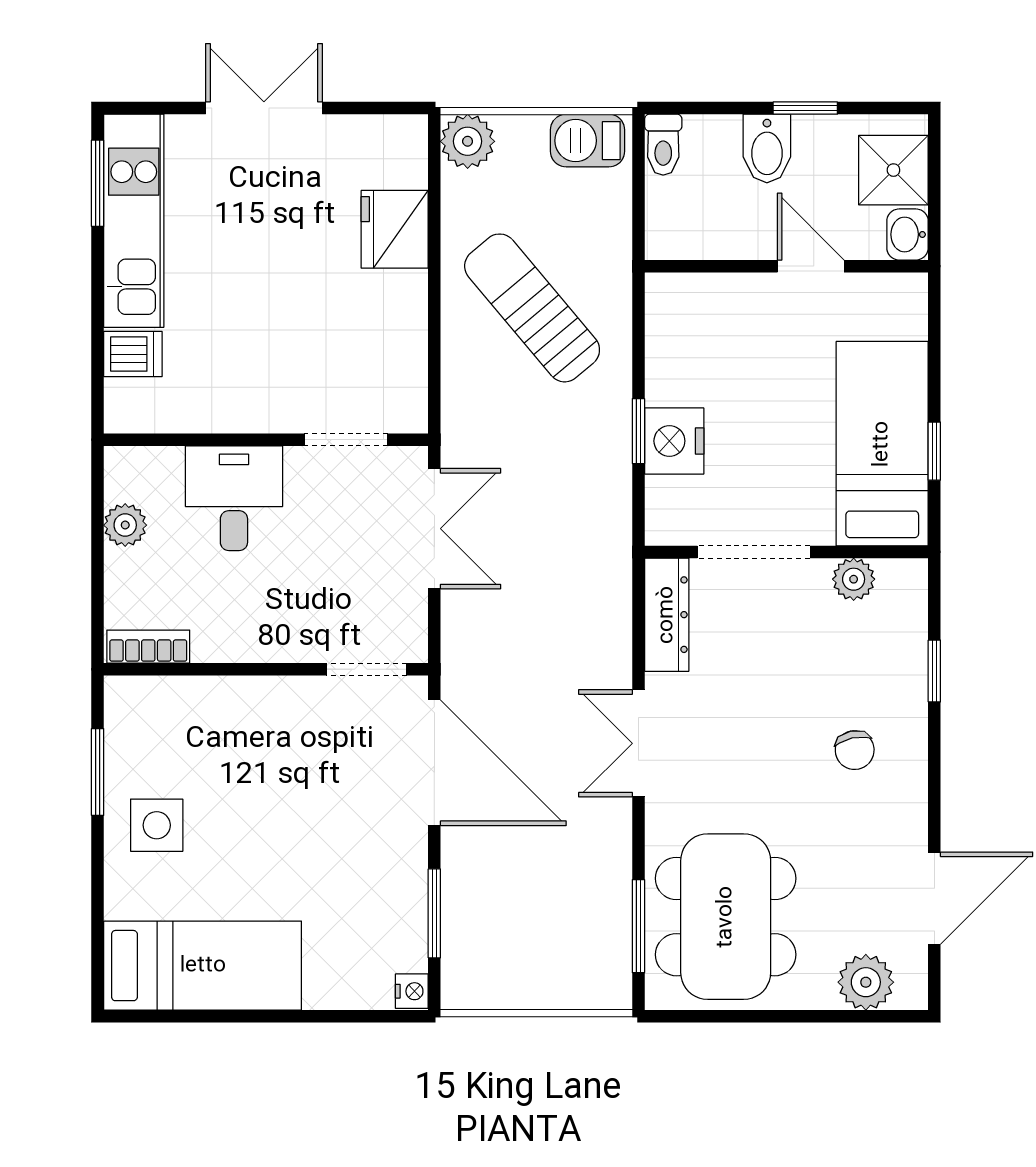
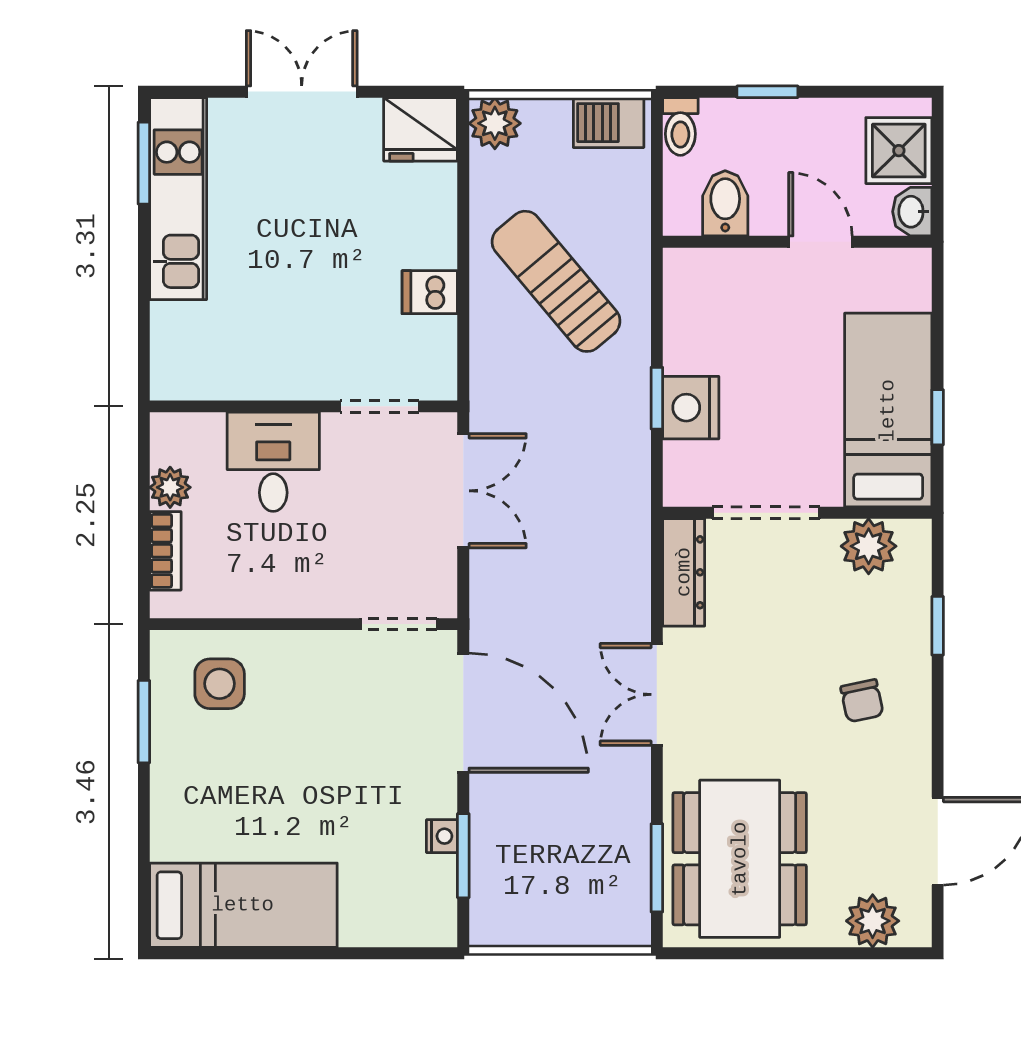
window: (805, 108) -> (767, 92), moved
bidet: (767, 149) -> (725, 203), moved, turned 180
fridge: (395, 229) -> (421, 129), moved, turned -90
dishwasher: (133, 354) -> (430, 292), moved, turned 180
plant: (854, 579) -> (869, 546), width x1.38, depth x1.38
bookcase: (148, 647) -> (165, 551), moved, turned 90
side table: (157, 825) -> (220, 684), moved
nightstand: (412, 991) -> (442, 836), moved

